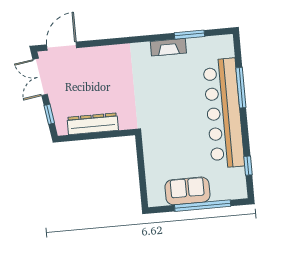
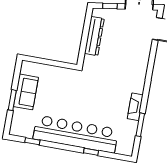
window: (241, 88) -> (91, 152), width x0.46
window: (203, 206) -> (12, 100), width x0.47

